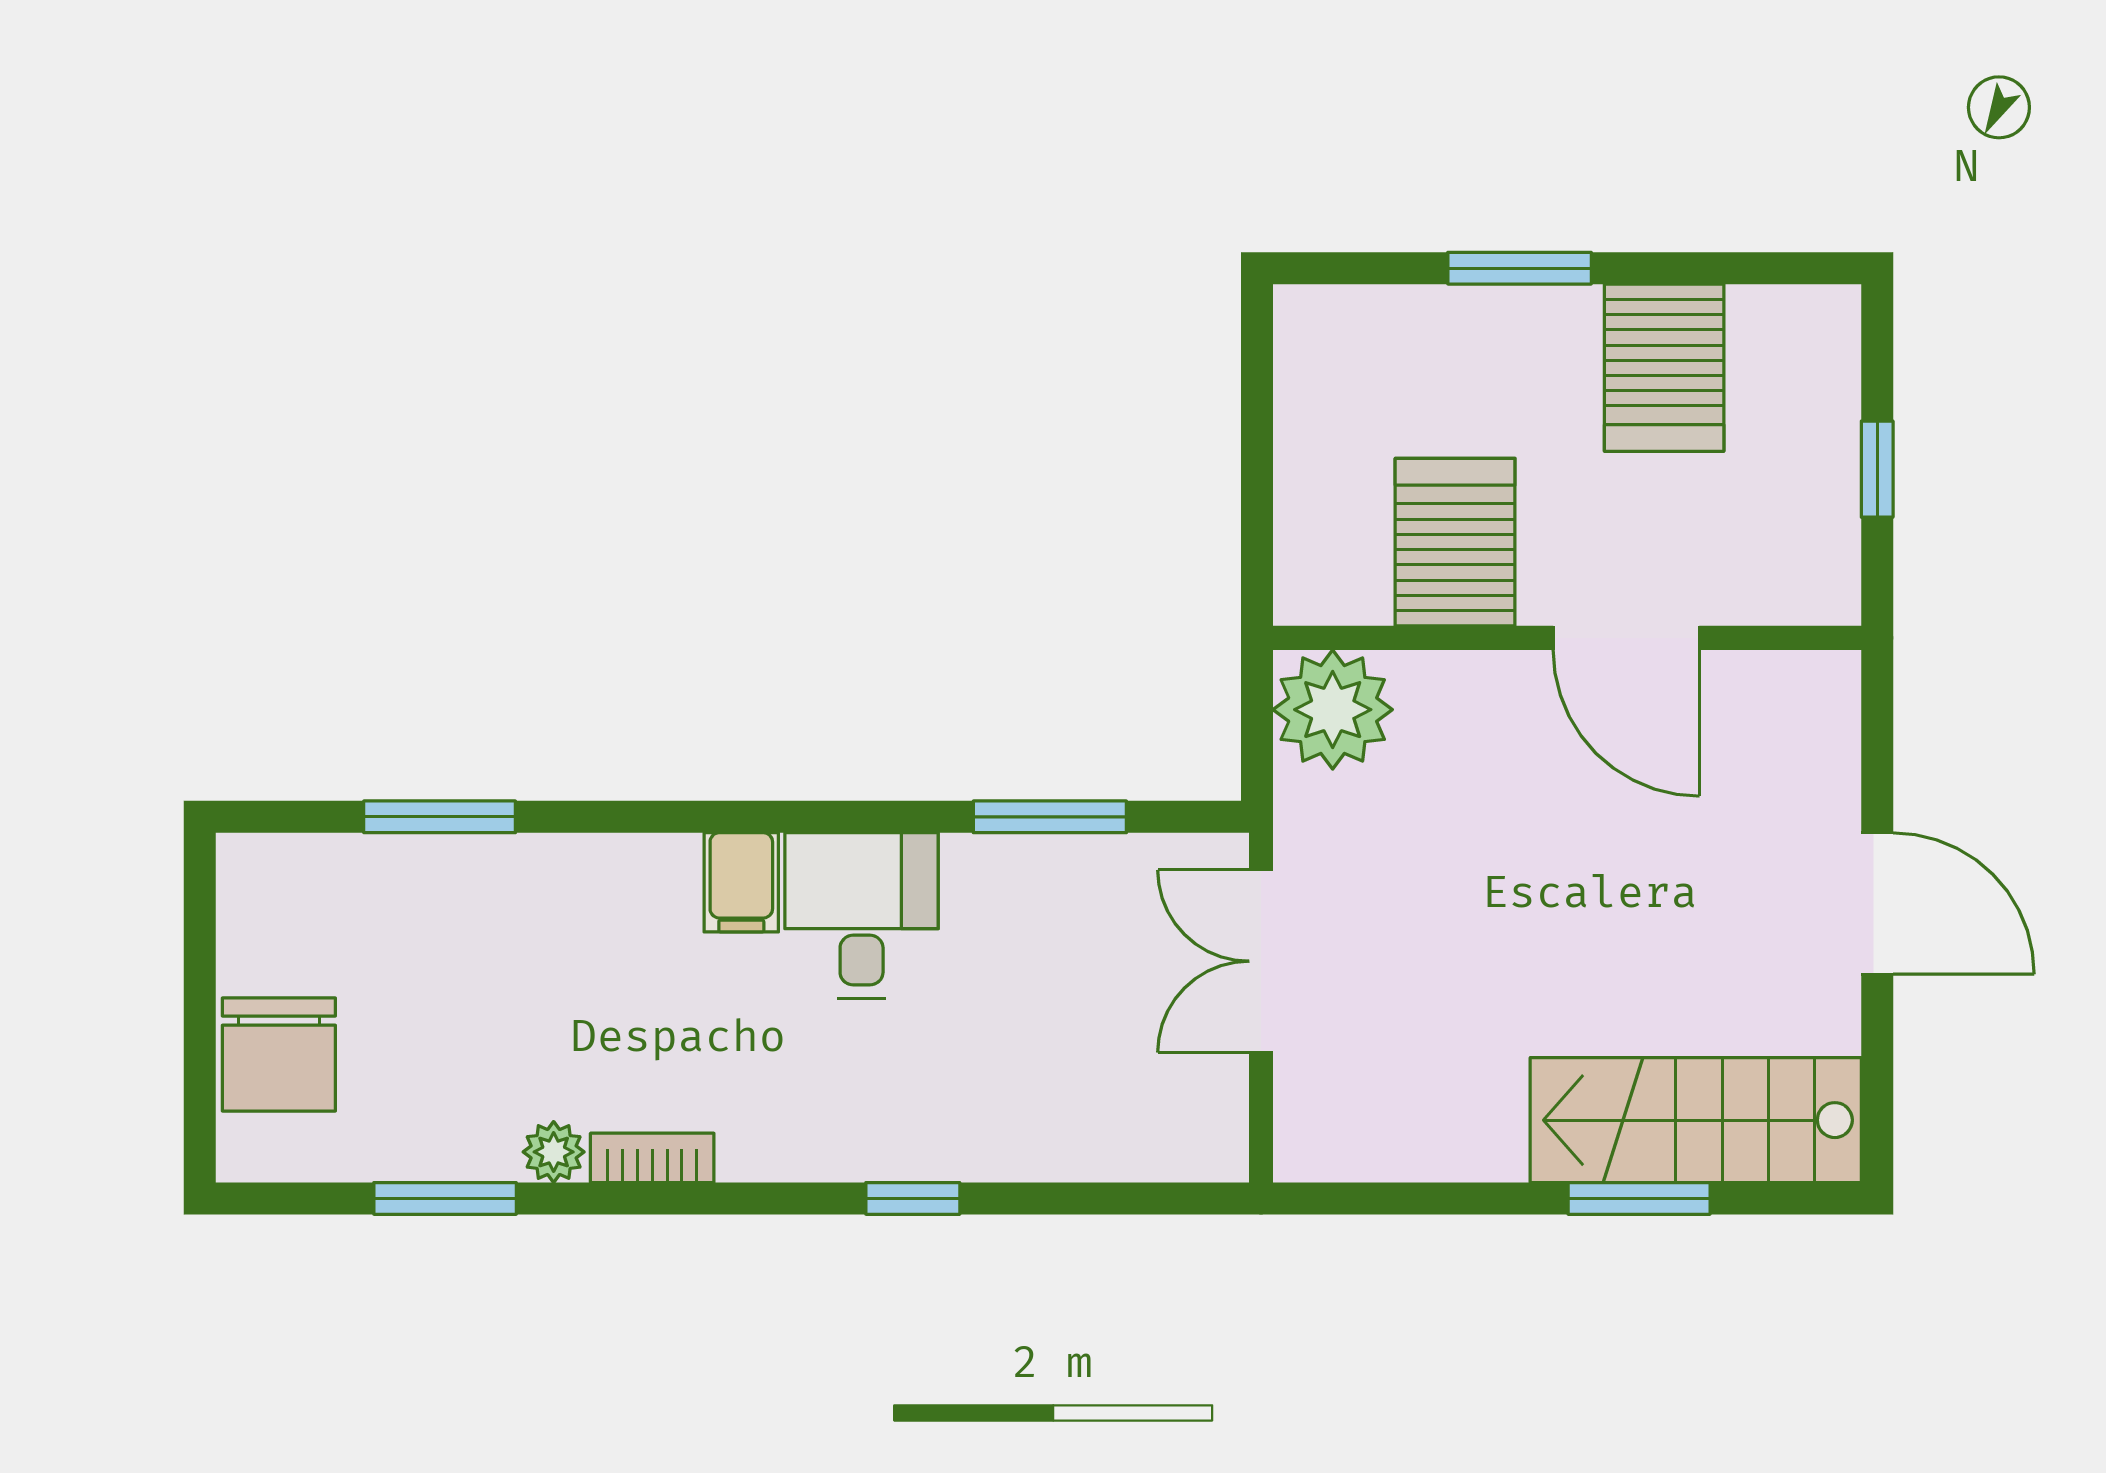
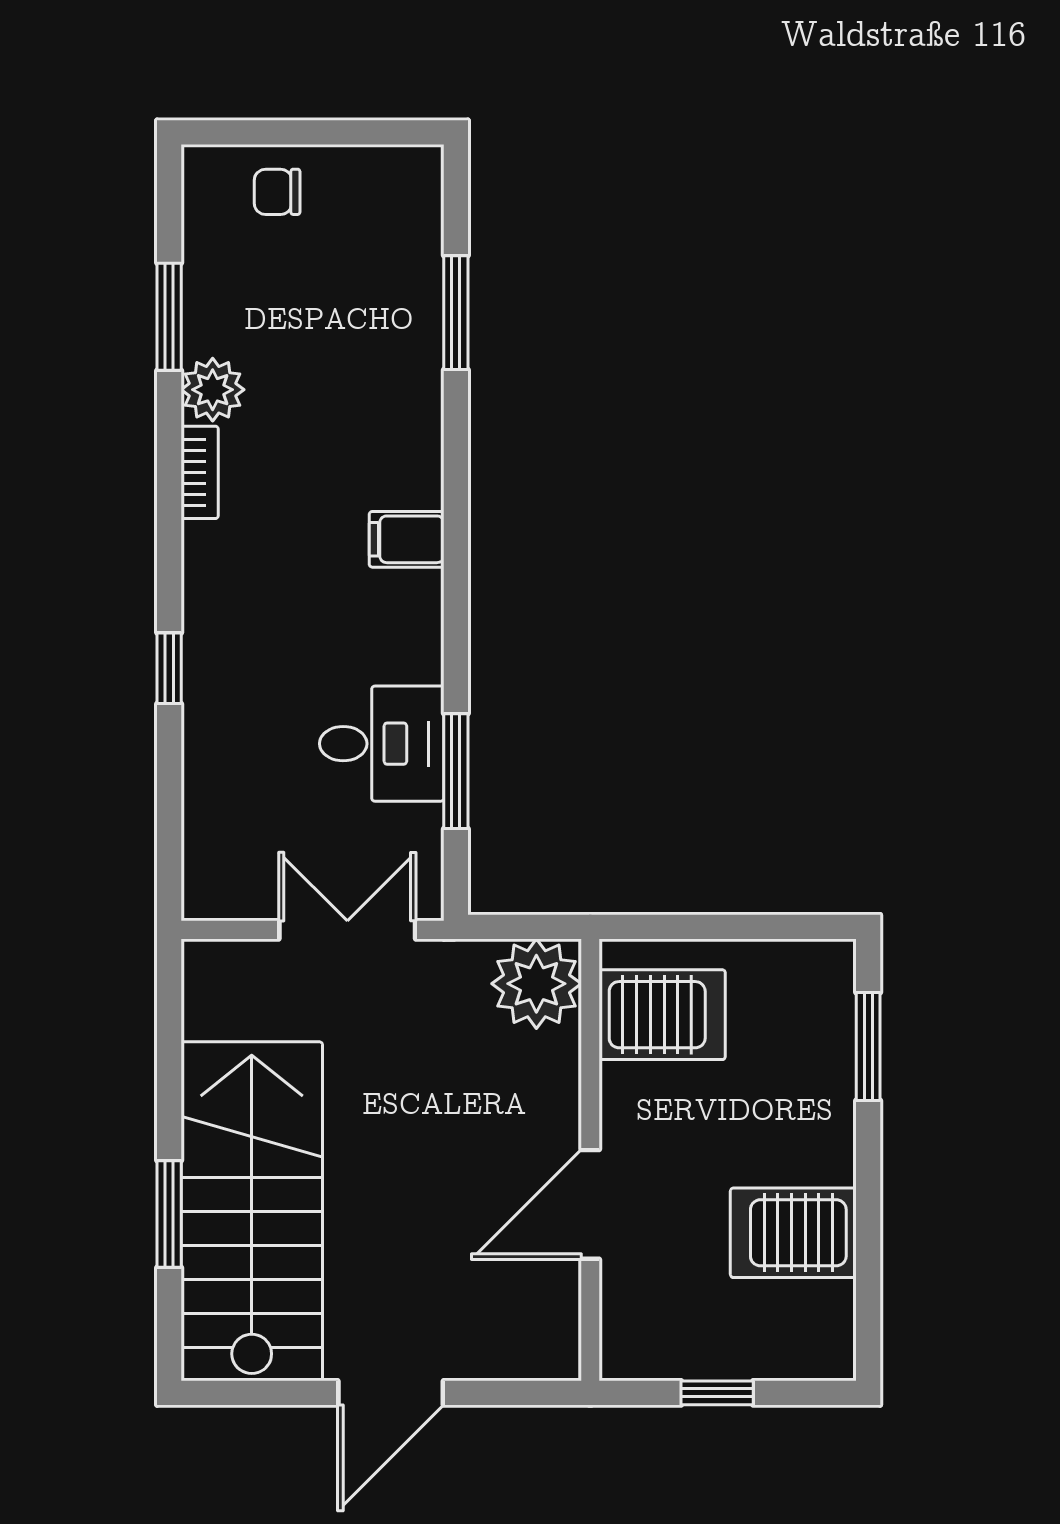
window: (1520, 268) -> (868, 1047), moved
server rack: (1455, 542) -> (662, 1015), moved
desk: (862, 915) -> (382, 744), moved
chair: (279, 1055) -> (277, 192), width x0.54, depth x0.54
stairs: (1696, 1120) -> (252, 1211), width x1.36, depth x1.51
plant: (554, 1152) -> (213, 390), width x1.38, depth x1.38

